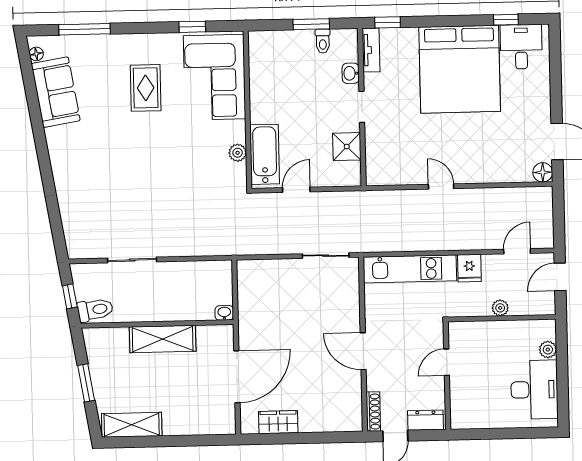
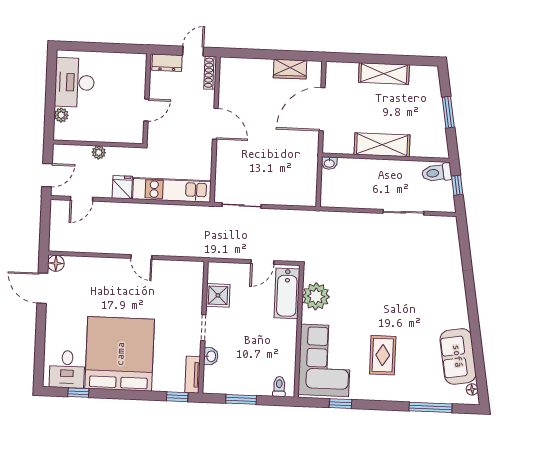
toilet: (323, 41) -> (279, 387), moved
plant: (238, 153) -> (316, 296), width x1.88, depth x1.88
shelving: (132, 425) -> (384, 74), moved

